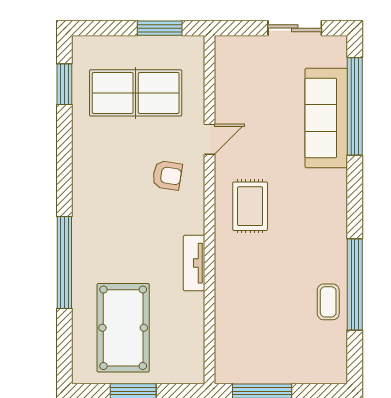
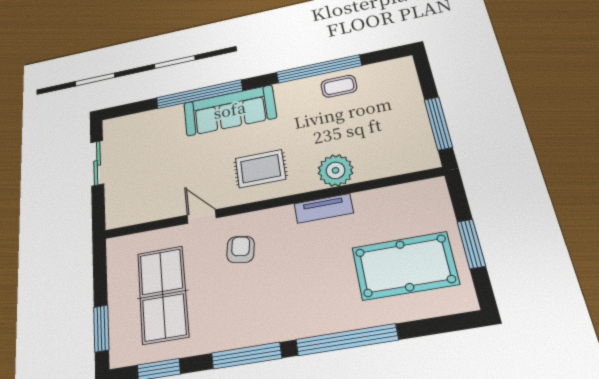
window: (160, 28) -> (101, 328), moved
window: (355, 106) -> (199, 94), moved
sofa: (326, 118) -> (230, 110), moved
window: (64, 169) -> (246, 356), added
plant: (232, 282) -> (336, 170), added

